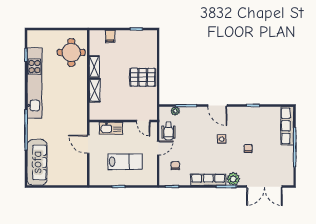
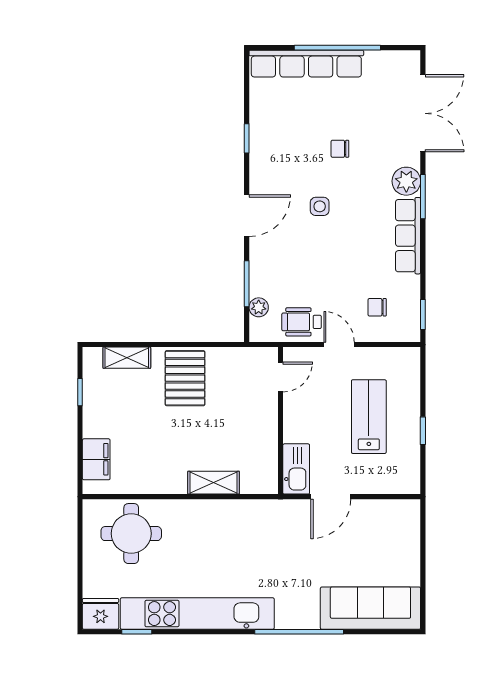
filing cabinet: (110, 36) -> (96, 459), width x2.00
fridge: (34, 38) -> (101, 614), added
shelving: (94, 67) -> (127, 358), moved
row of seats: (287, 126) -> (306, 64), width x1.36
kitchen sink: (111, 128) -> (296, 469), moved
wheelchair: (169, 131) -> (302, 322), turned 180

